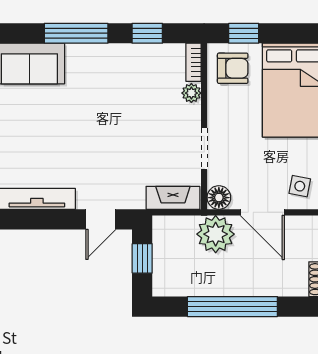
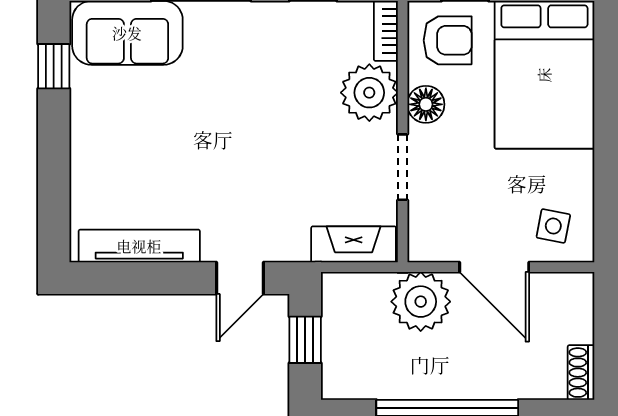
plant: (191, 93) -> (369, 93), width x1.87, depth x1.87
floor lamp: (219, 198) -> (426, 104), moved

